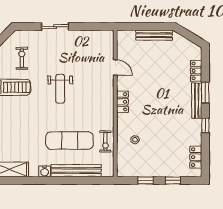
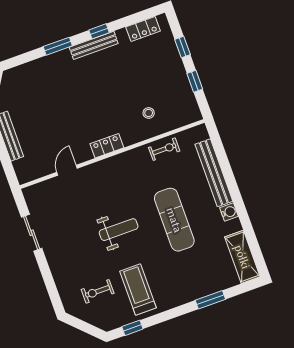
sliding door: (55, 27) -> (32, 233), moved
locker: (196, 71) -> (35, 67), removed
bench: (197, 101) -> (94, 45), moved
exercise mat: (70, 140) -> (174, 220), moved

